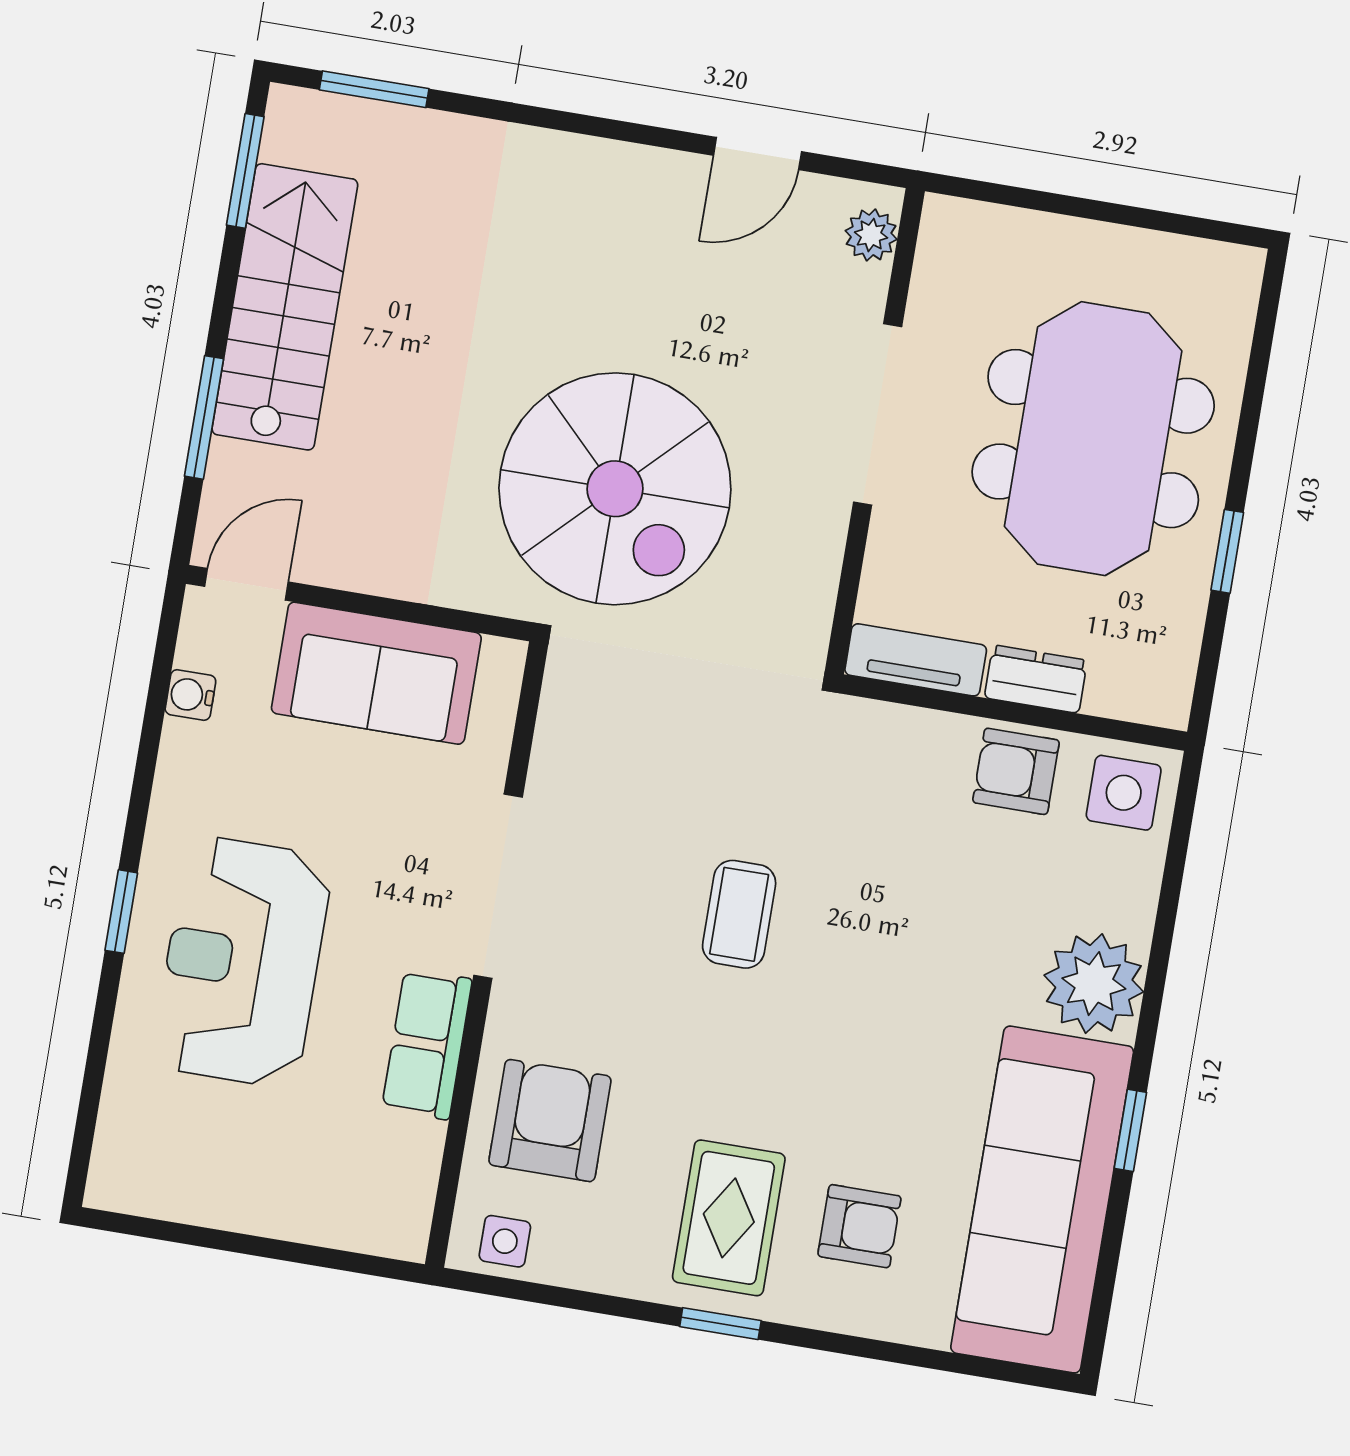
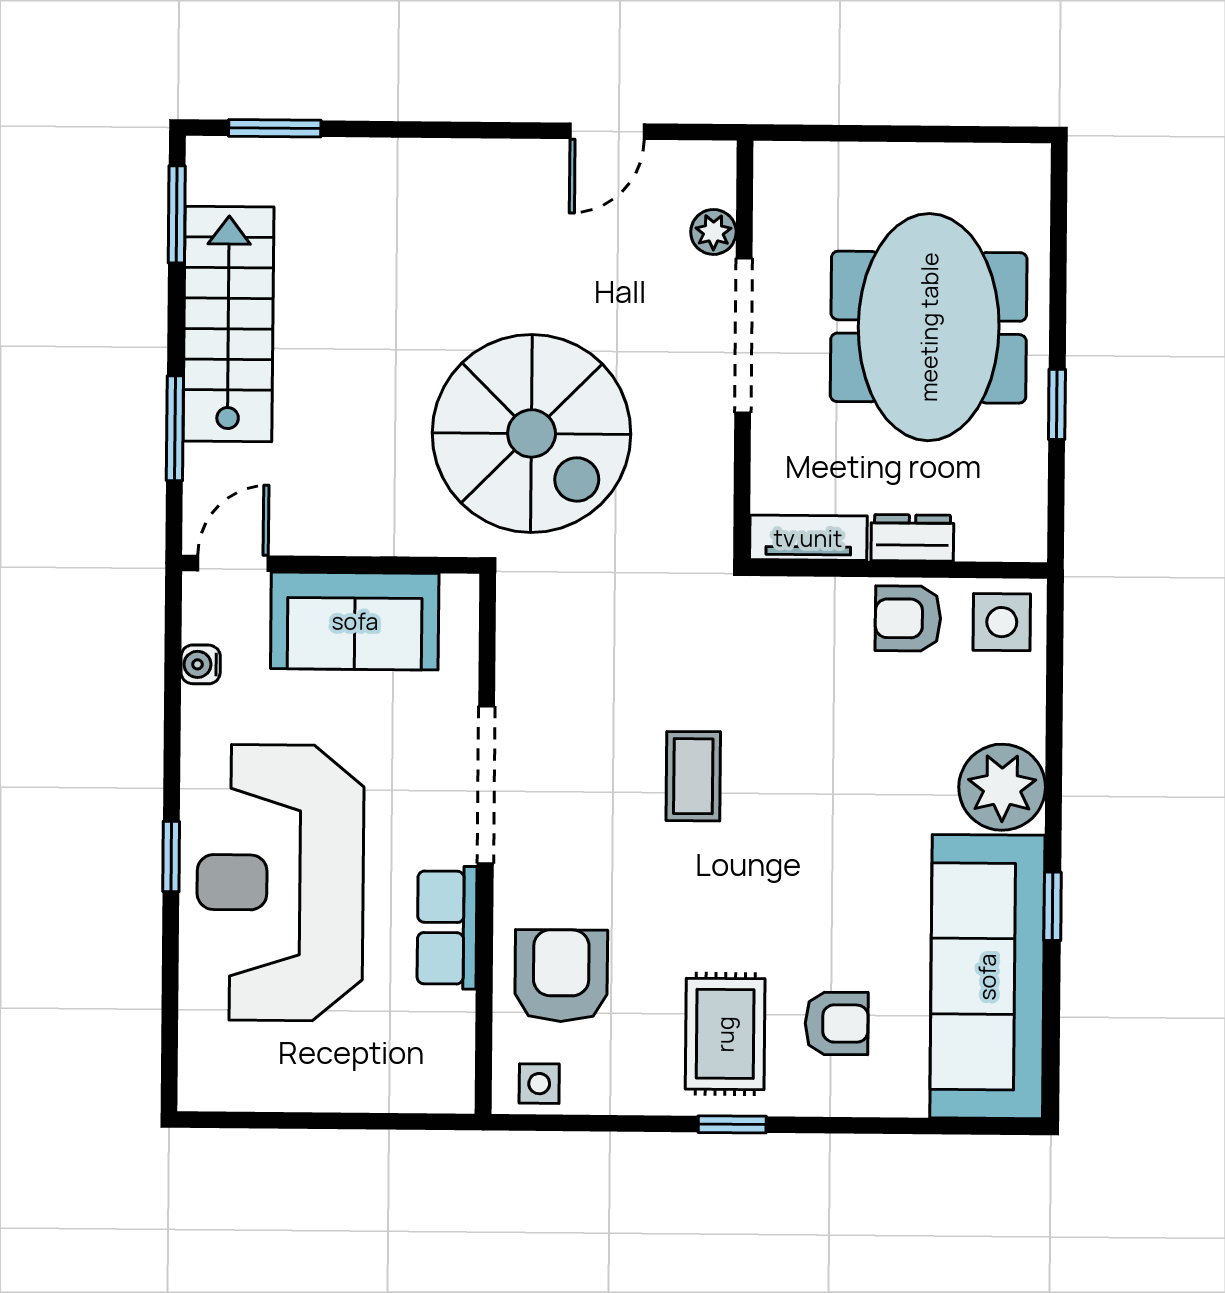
plant: (871, 235) -> (713, 232), moved
reception desk: (242, 962) -> (280, 883), width x1.36, depth x1.30

